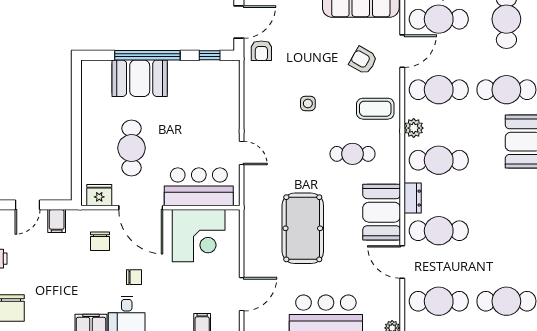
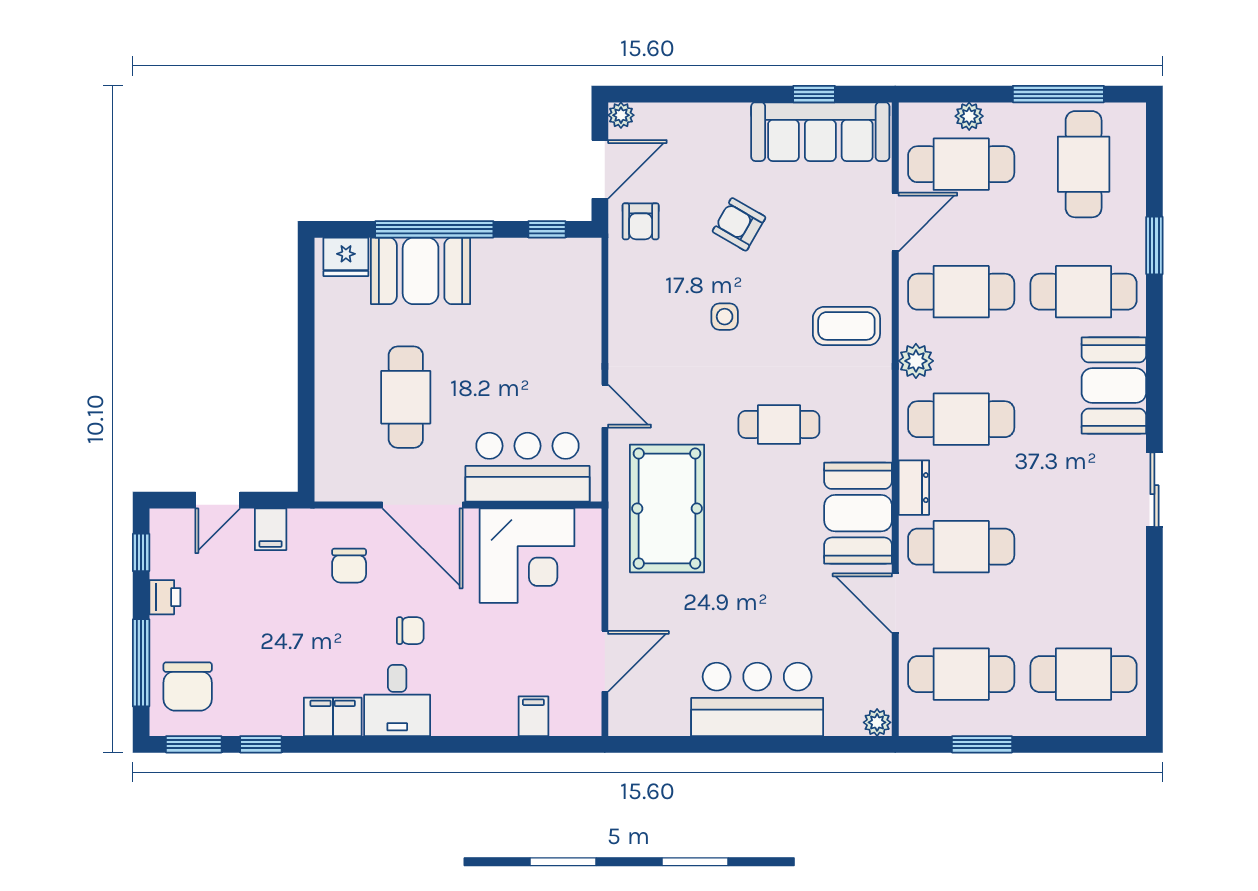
armchair: (363, 60) -> (739, 224), moved
cafe table: (352, 154) -> (779, 424), moved
fridge: (99, 195) -> (346, 257), moved, turned 180
pool table: (303, 228) -> (667, 508), moved

